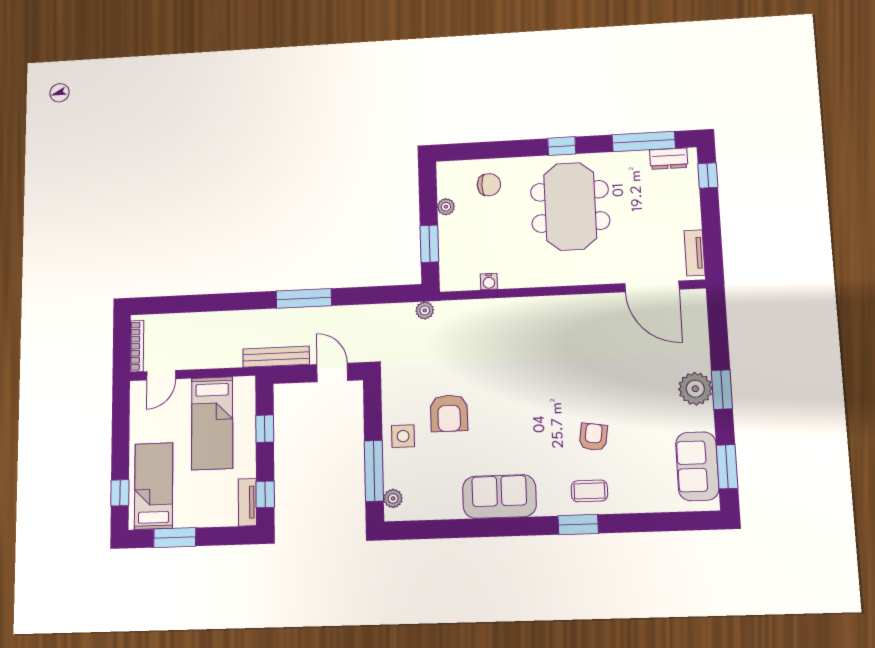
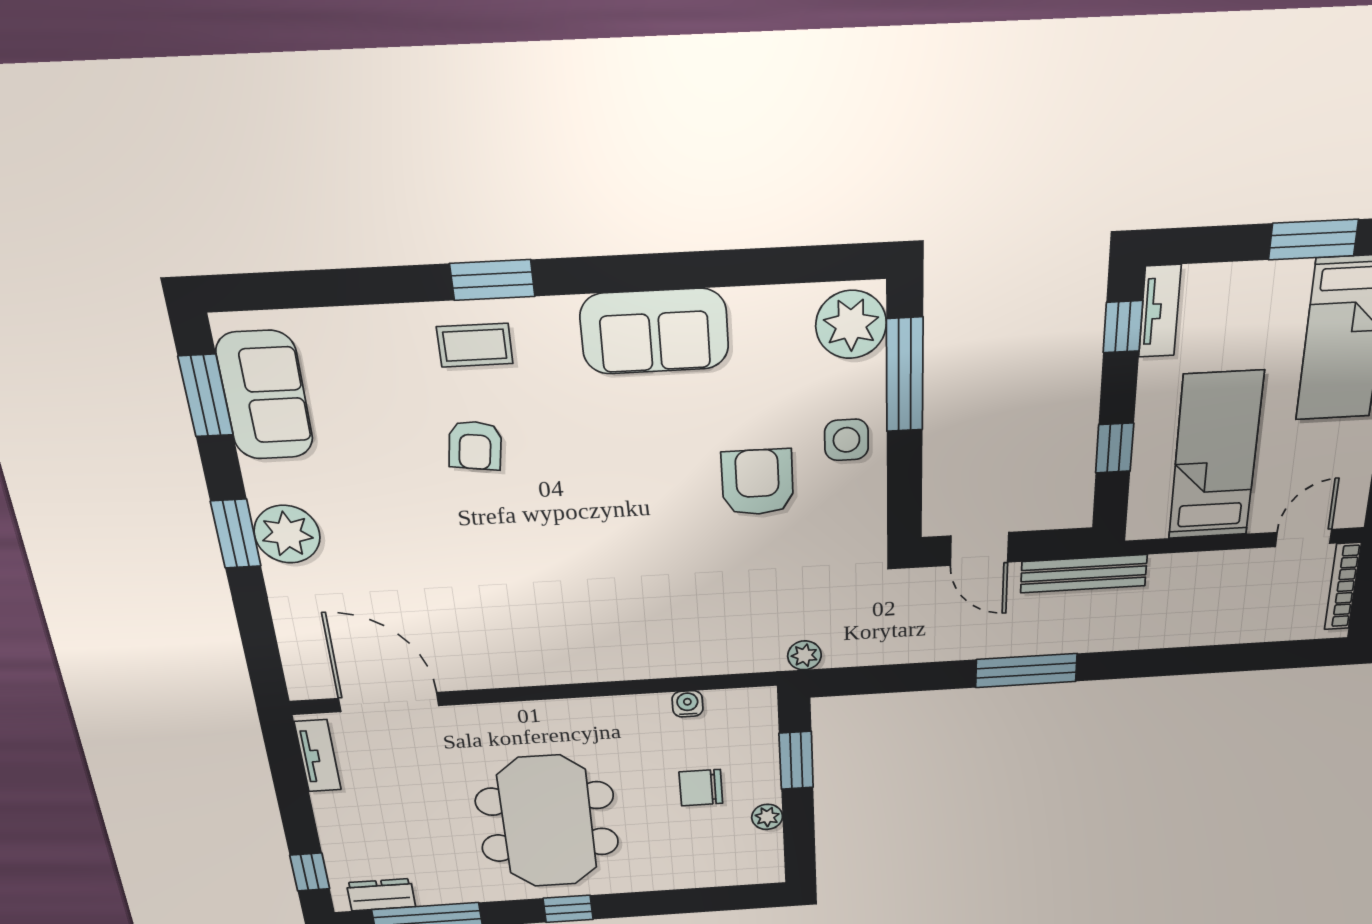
chair: (489, 185) -> (701, 788), moved
plant: (393, 498) -> (851, 325), width x1.87, depth x1.87

